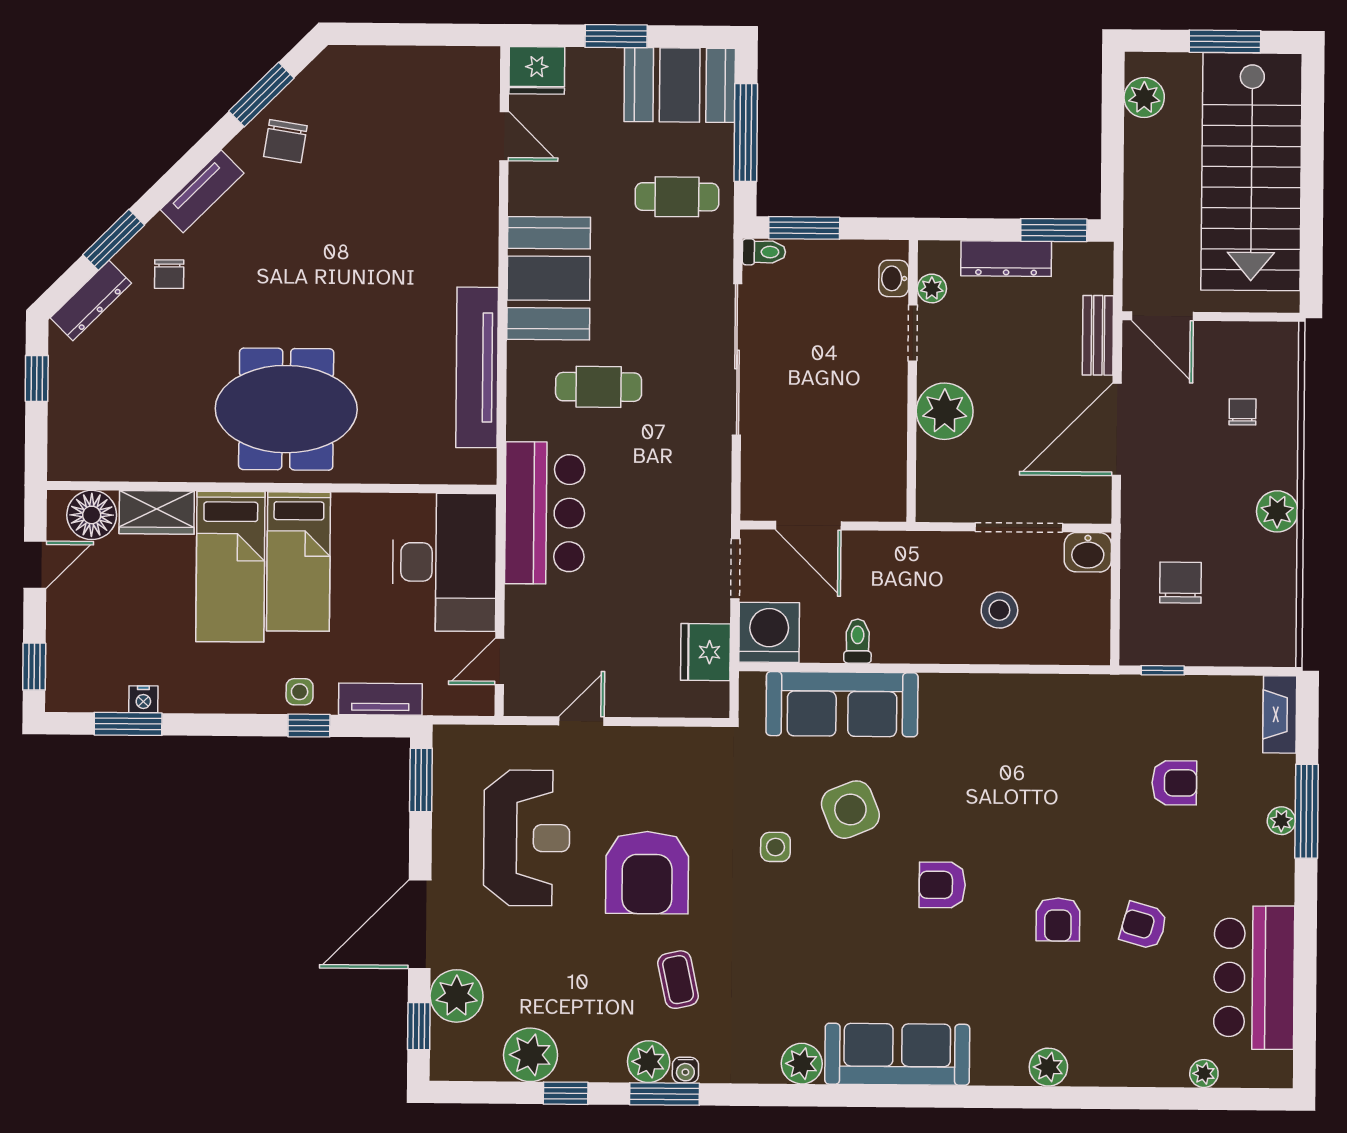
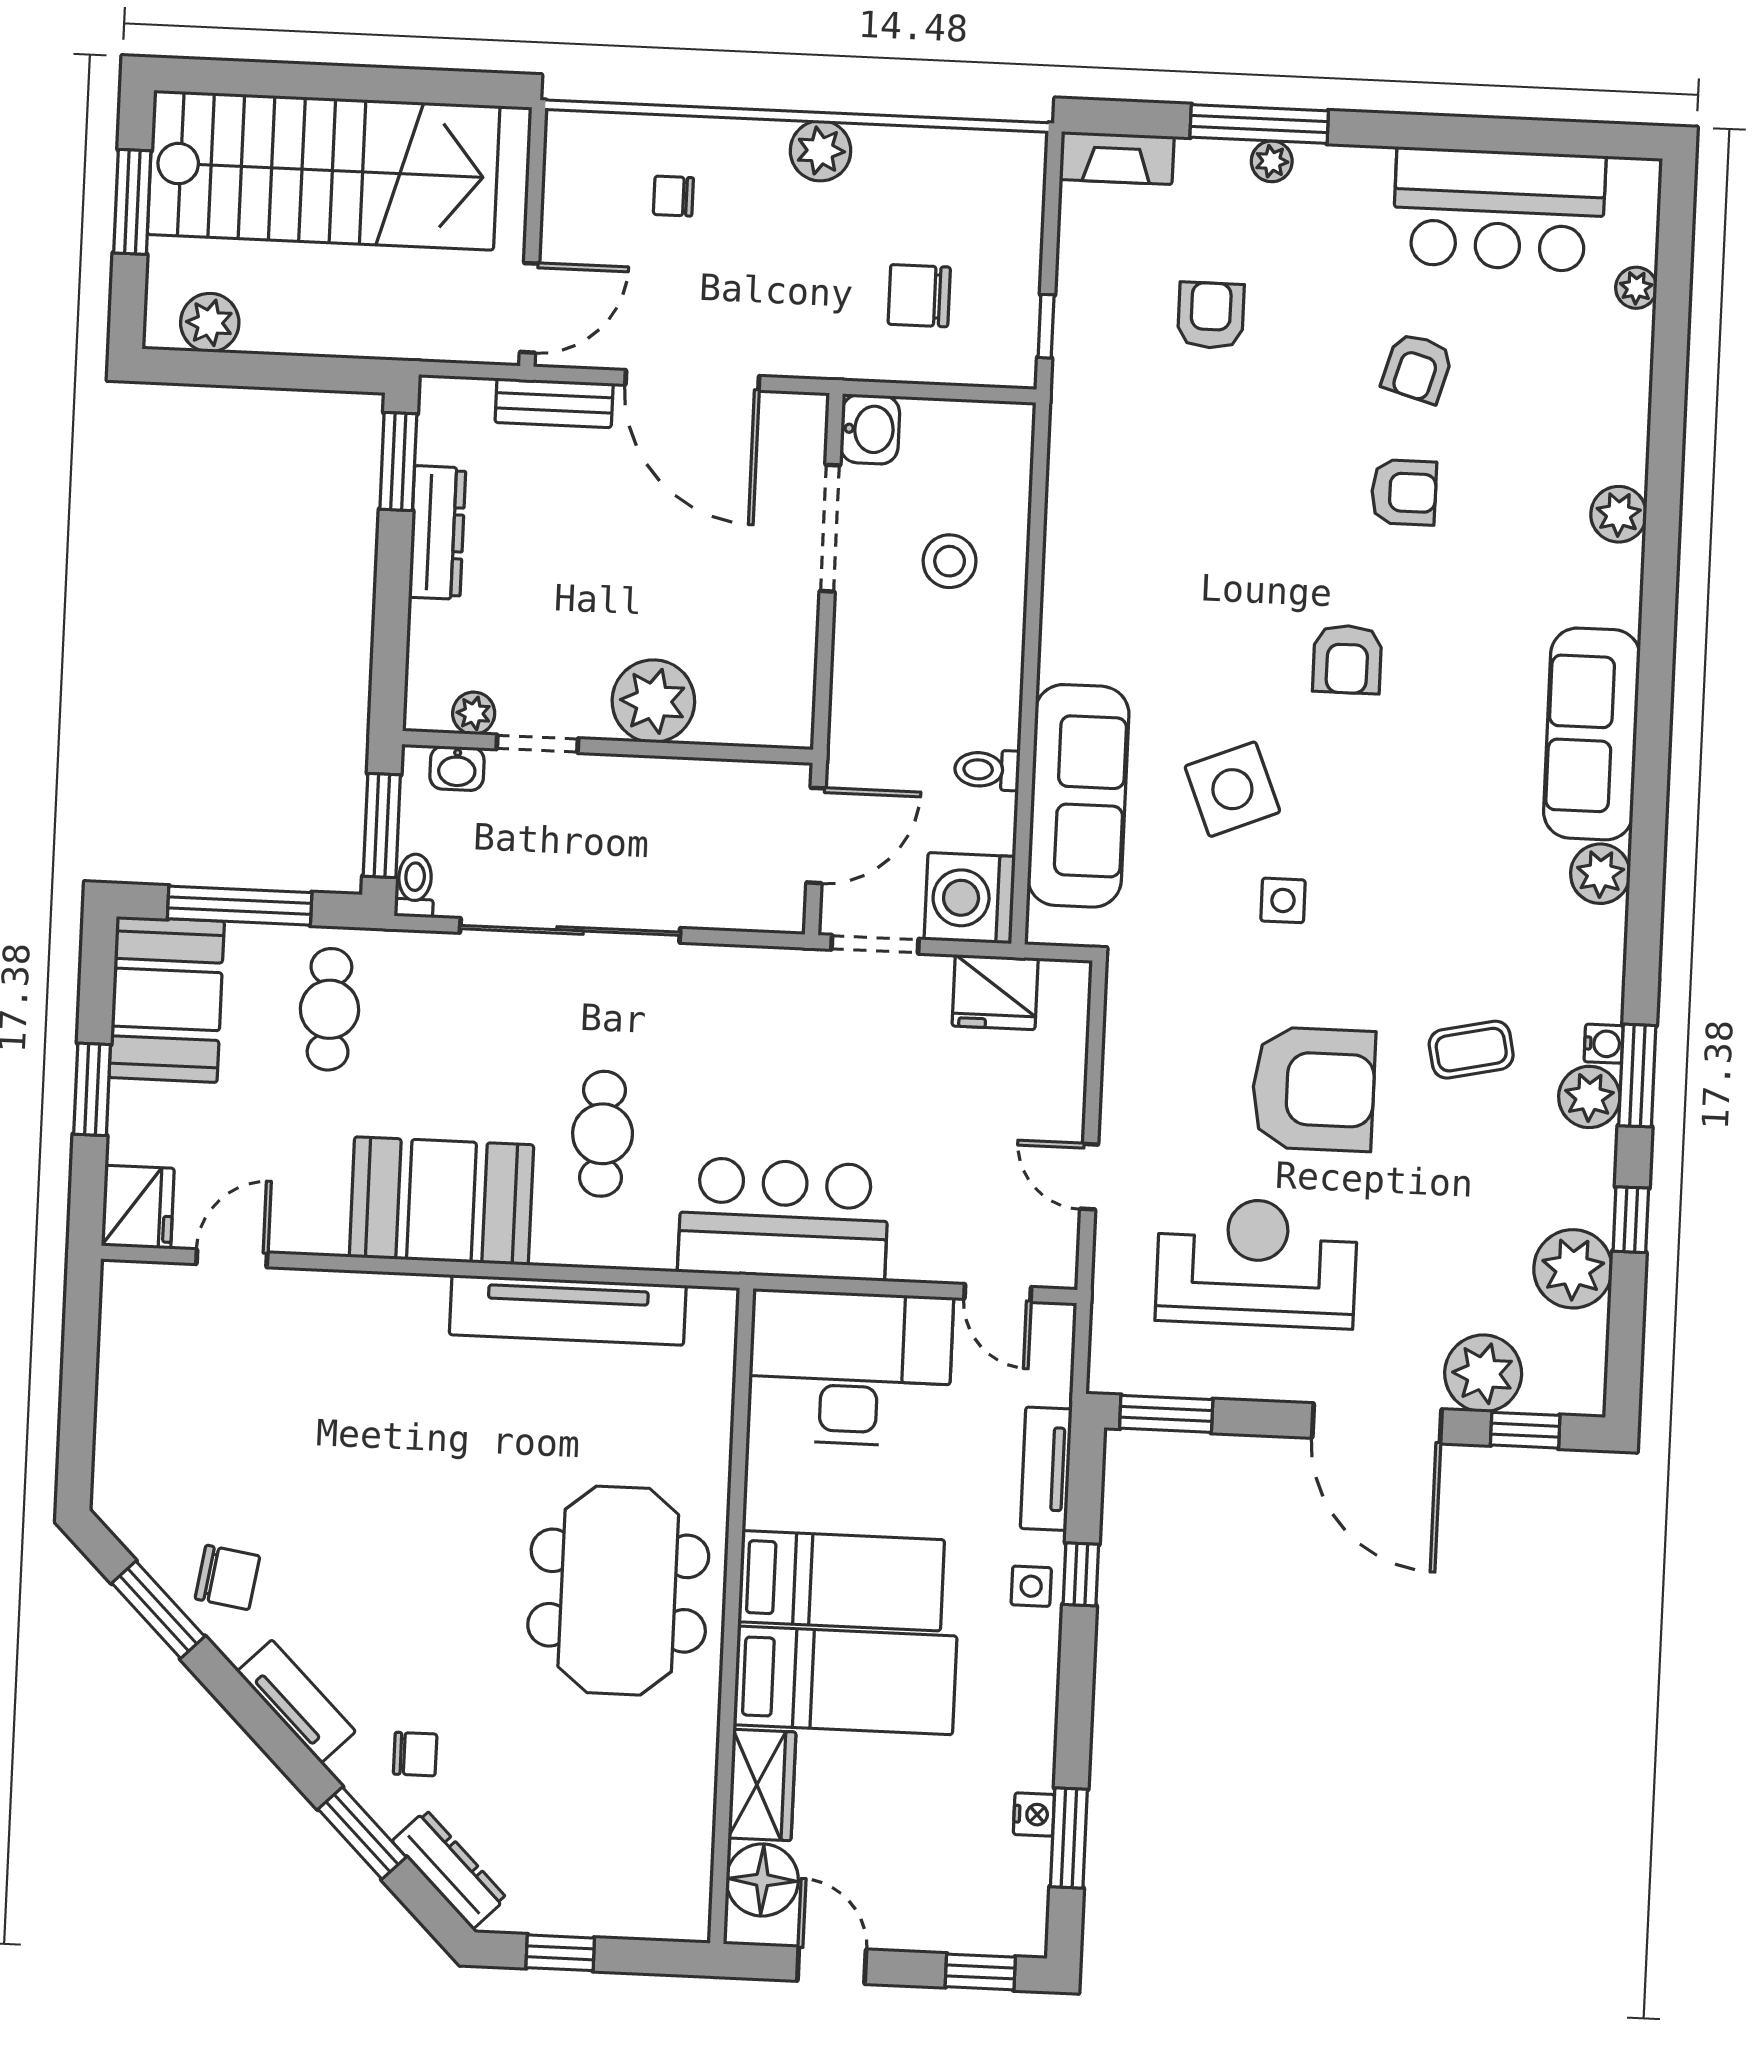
washbasin: (894, 278) -> (457, 768), moved
plant: (932, 288) -> (474, 713), moved
doorway: (913, 333) -> (537, 744), moved
wall: (912, 381) -> (608, 747), moved
plant: (945, 411) -> (653, 701), moved

